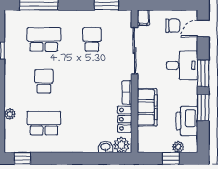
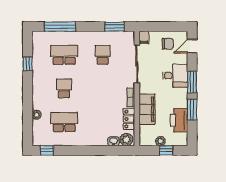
plant: (178, 147) -> (160, 141), moved

